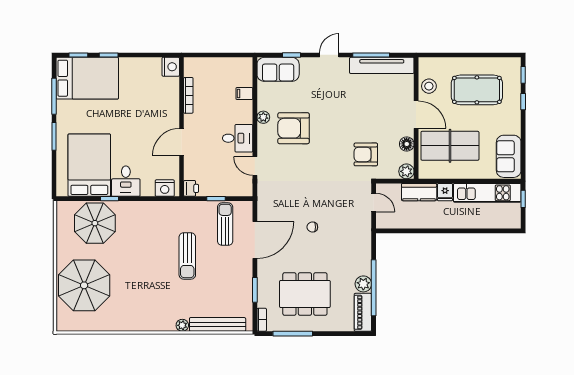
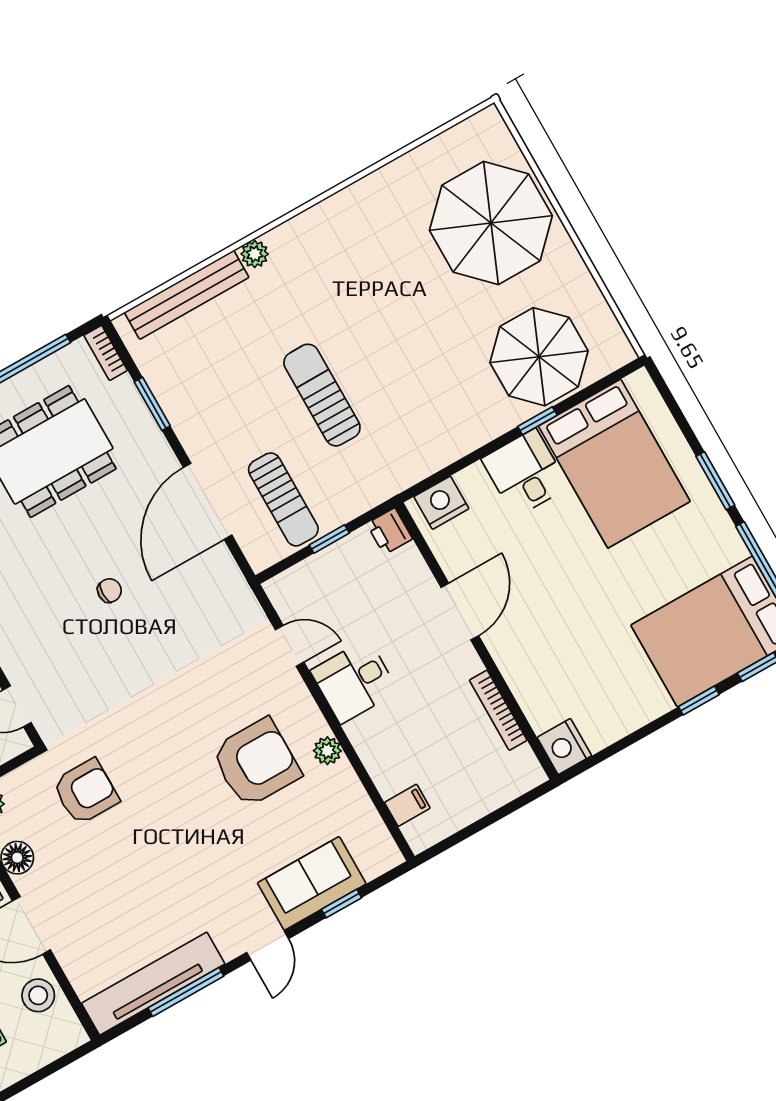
sofa: (278, 69) -> (312, 883), moved
filing cabinet: (244, 94) -> (407, 805), moved

